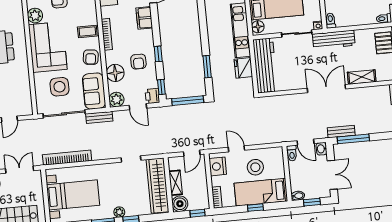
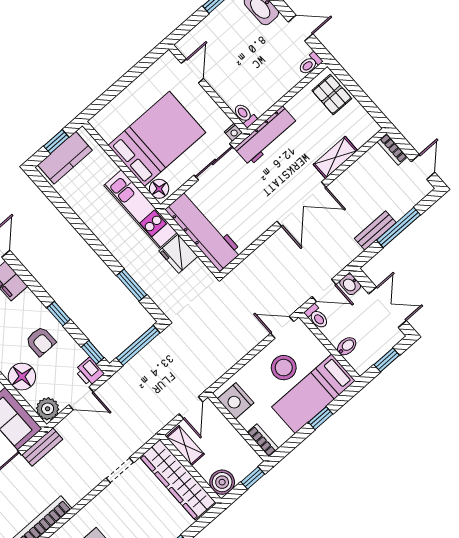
double door: (326, 89) -> (301, 204), swing flipped
bench: (341, 132) -> (375, 231), moved
window: (353, 139) -> (398, 227), moved
door: (236, 149) -> (282, 327), moved
shelving: (176, 183) -> (185, 446), moved
bidet: (298, 196) -> (347, 346), moved

